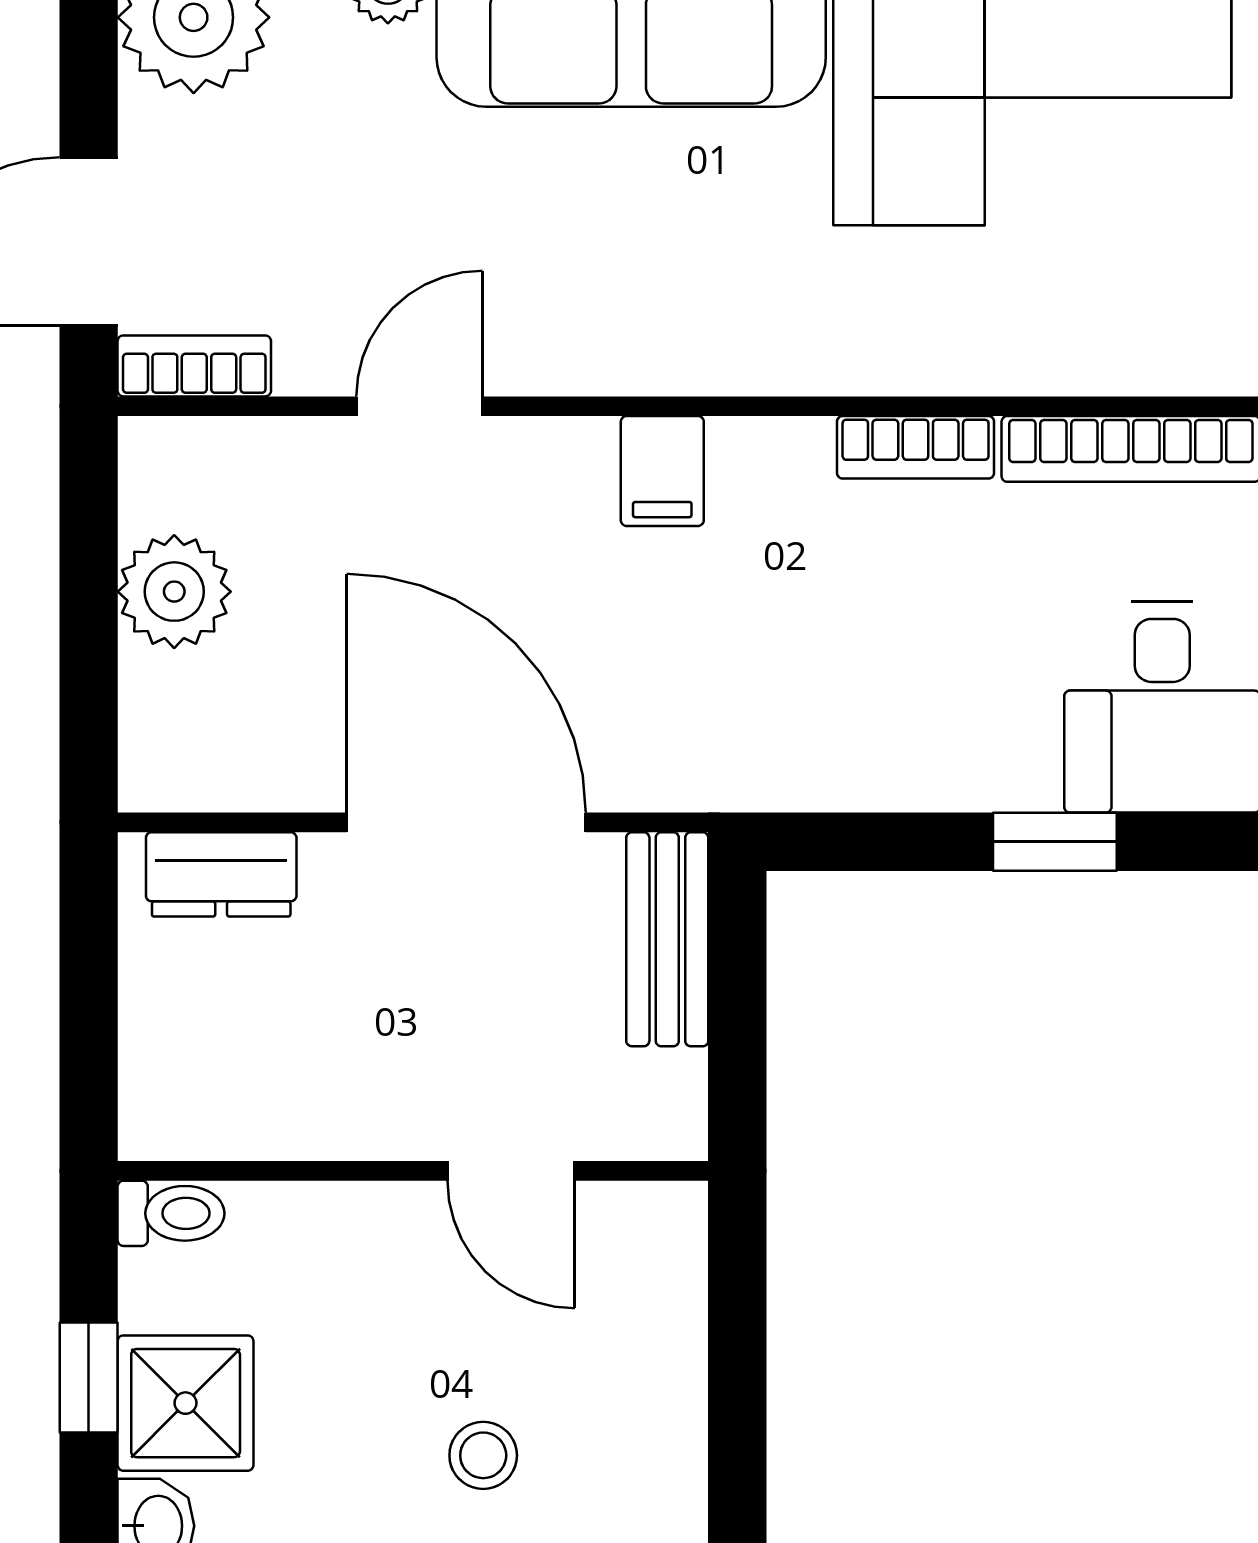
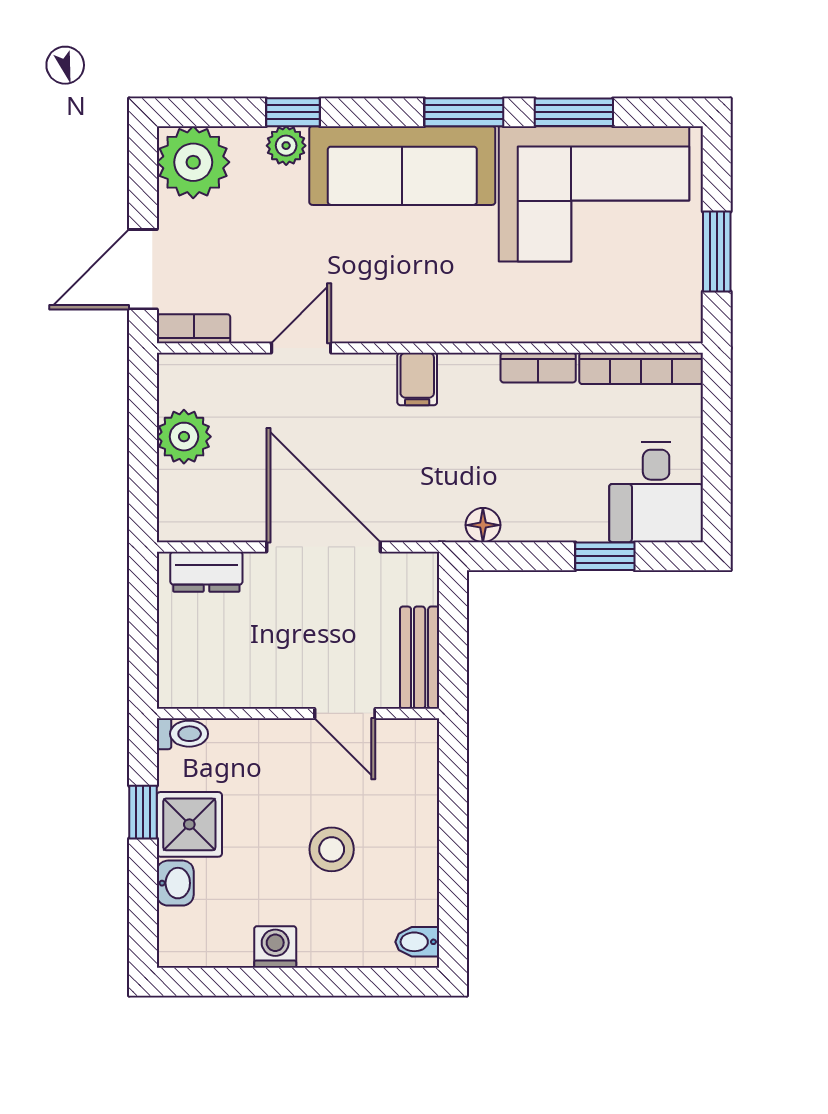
floor lamp: (800, 777) -> (483, 525), added
bench: (667, 939) -> (420, 658), moved
stool: (483, 1455) -> (332, 849), width x1.37, depth x1.37

